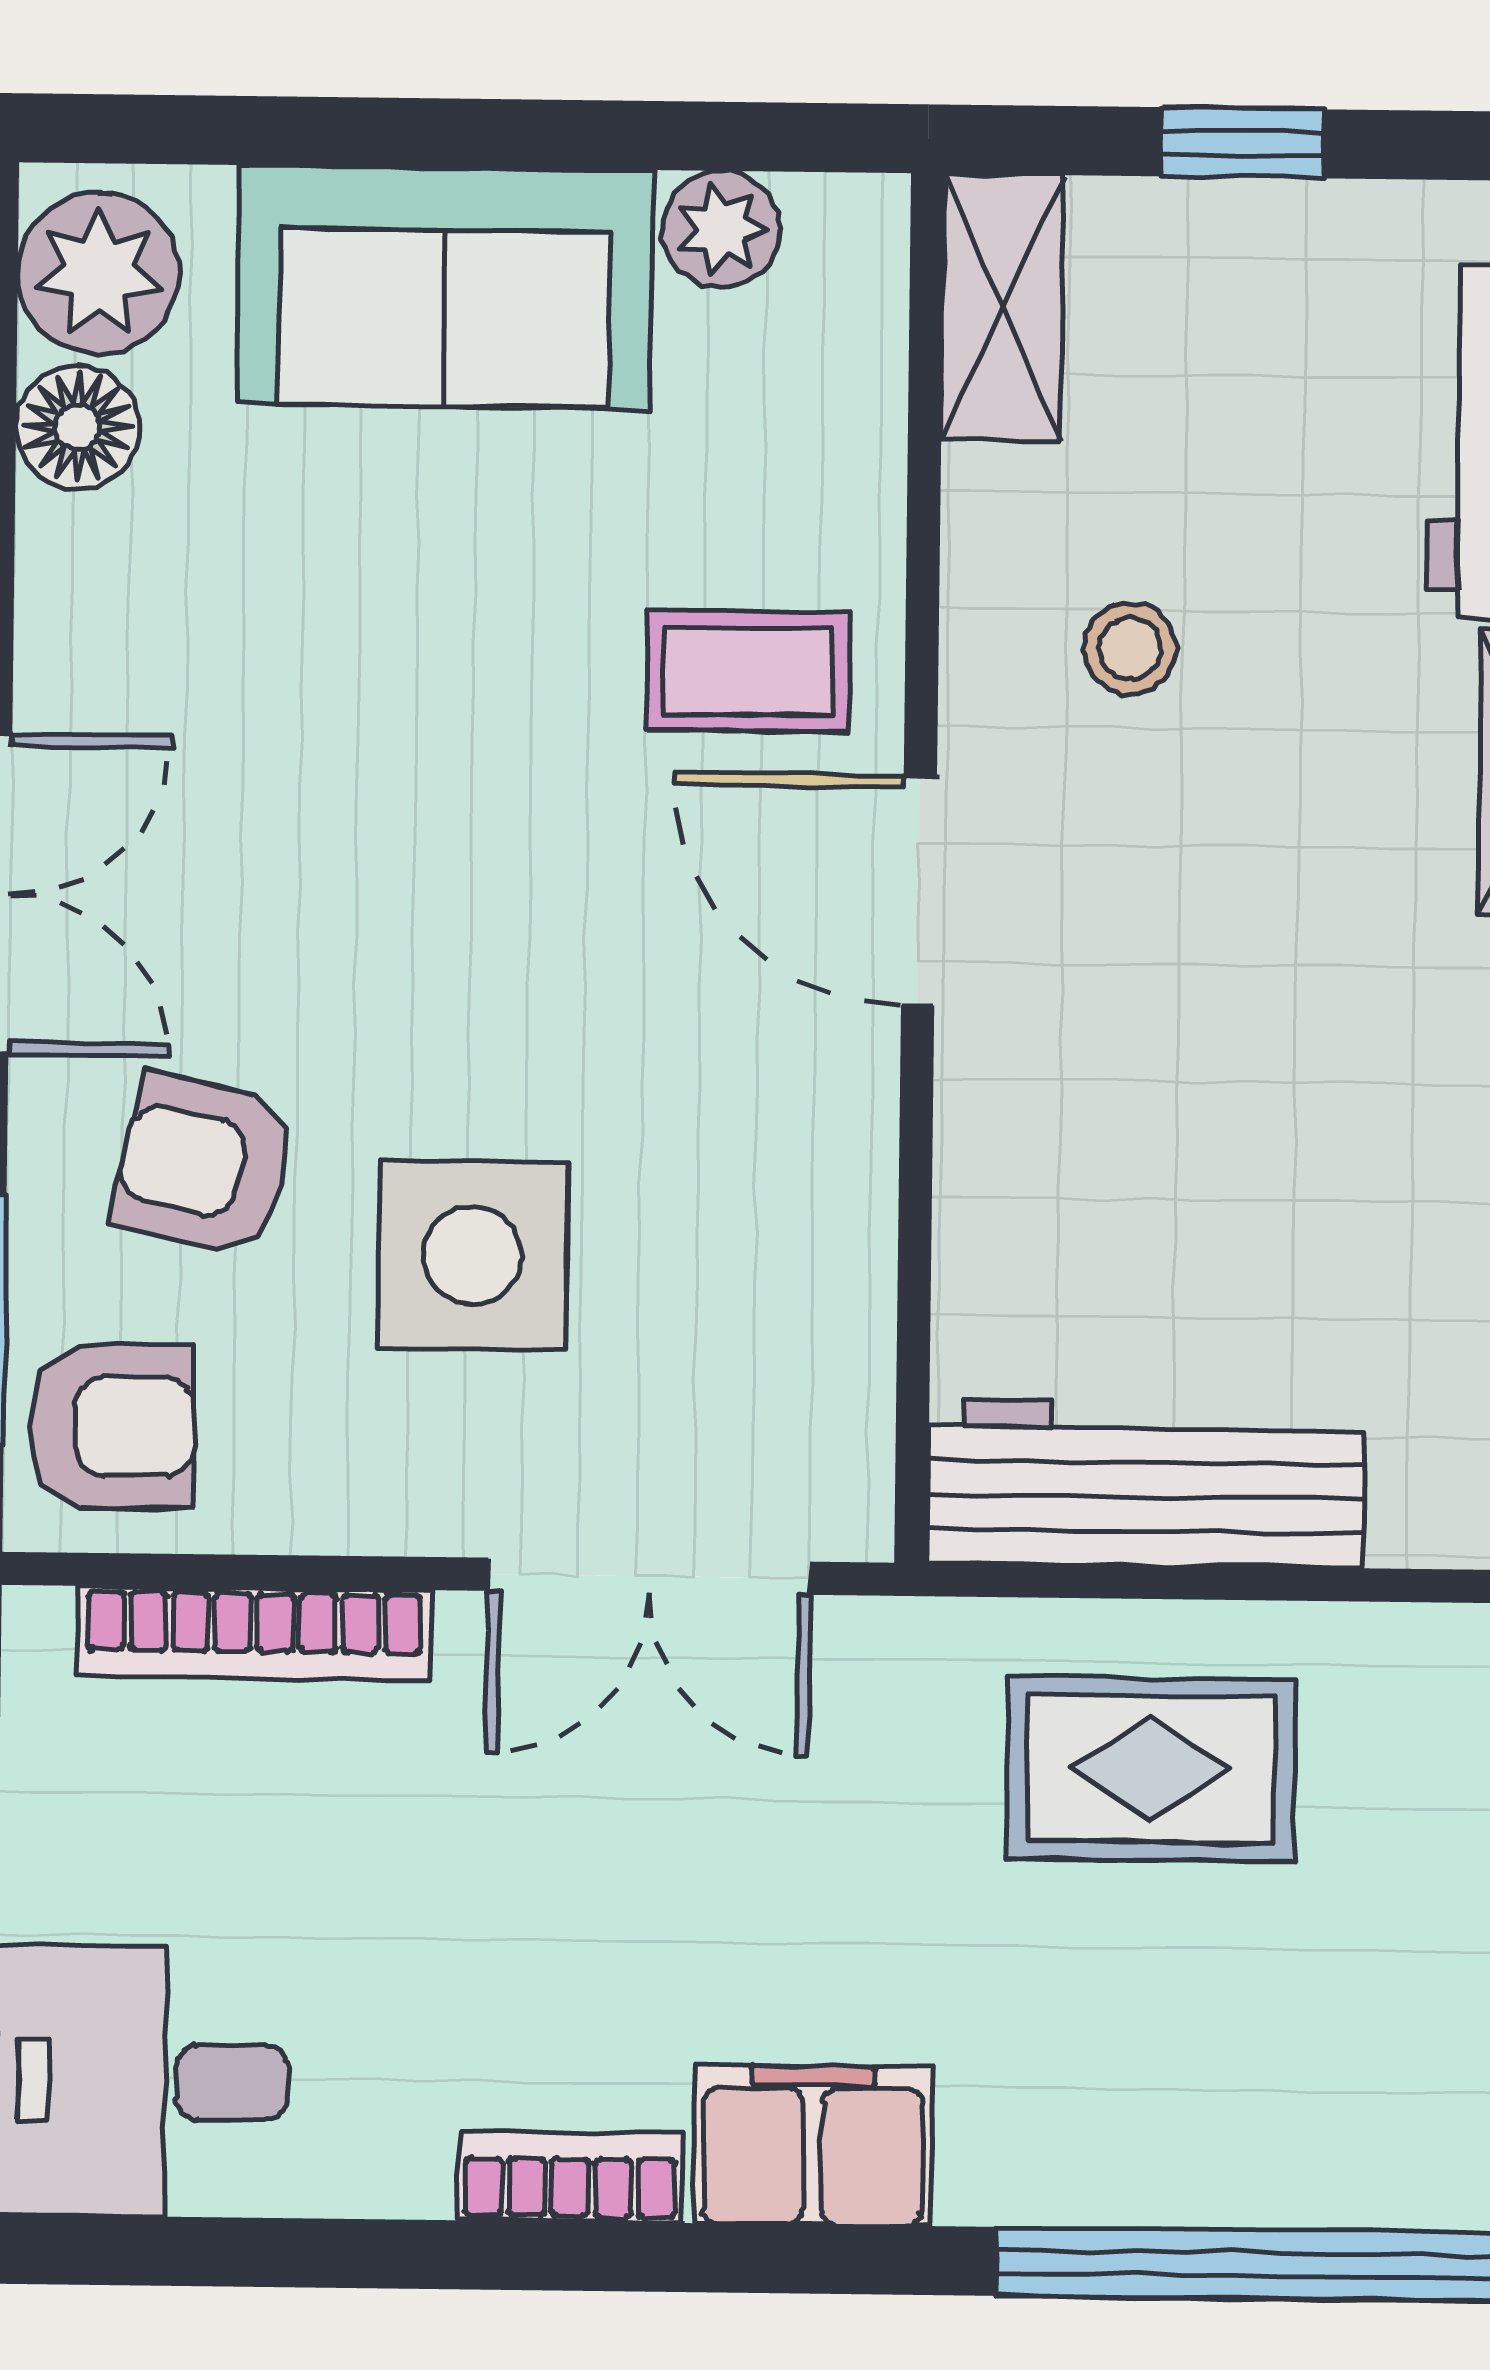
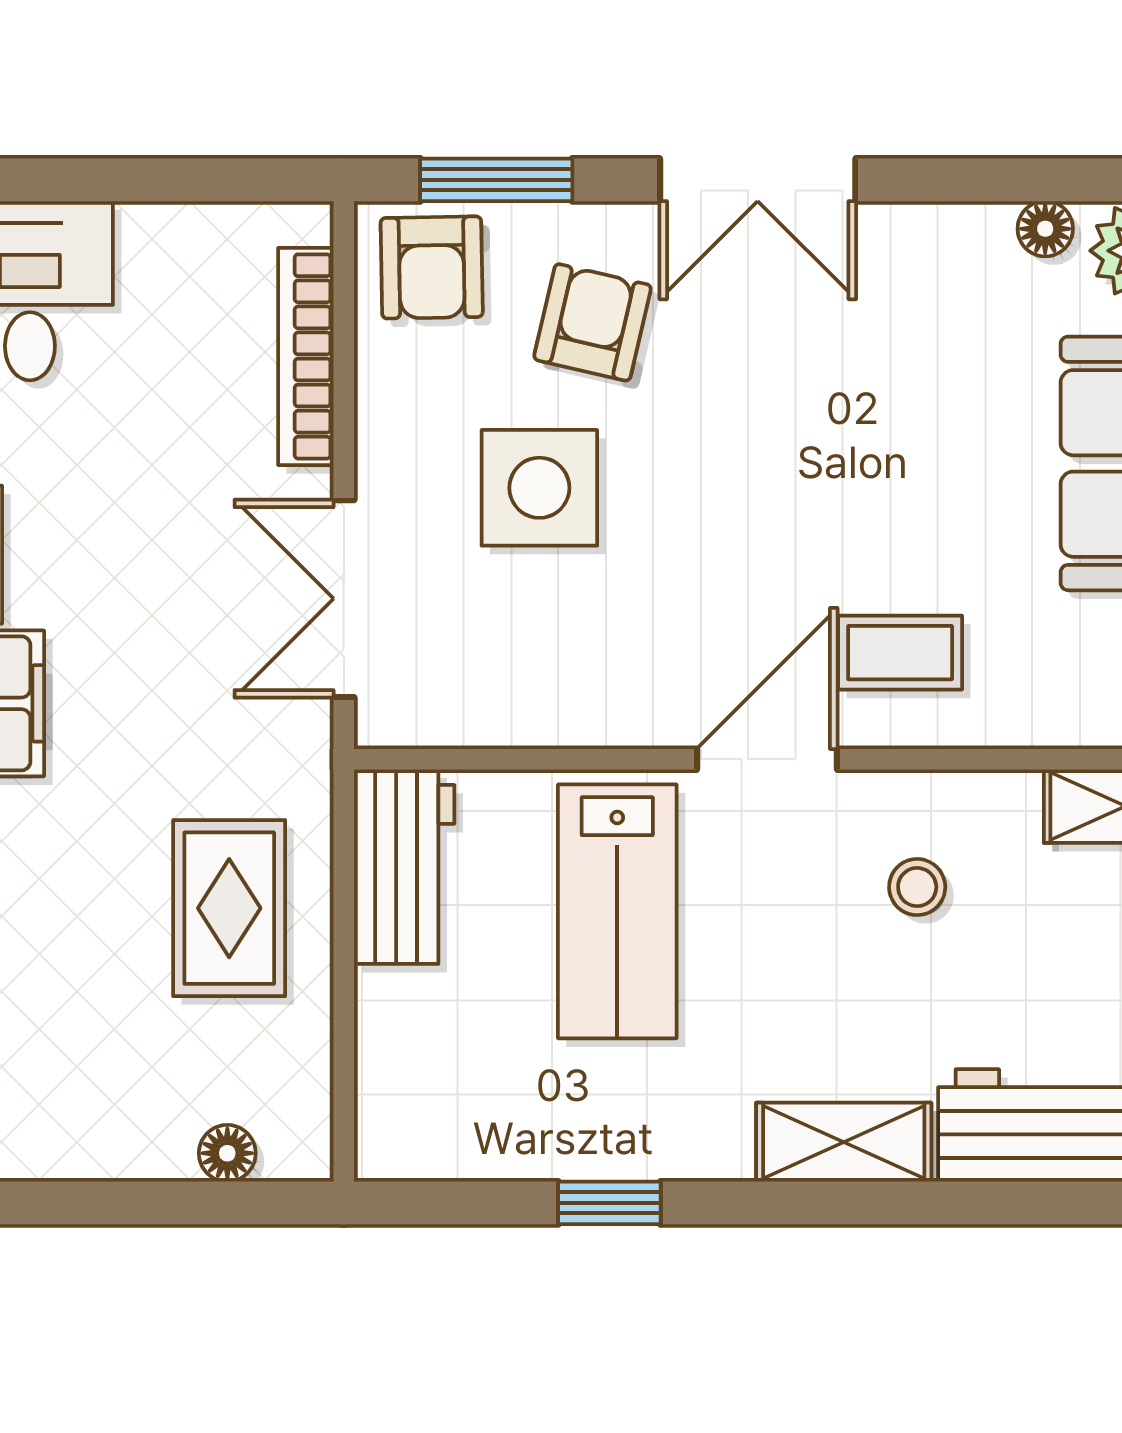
floor lamp: (78, 427) -> (1045, 229), width x0.73, depth x0.73
coffee table: (748, 672) -> (900, 653), turned 90
lab bench: (1164, 1137) -> (617, 911), added
workbench: (1146, 1484) -> (404, 867), width x0.73

